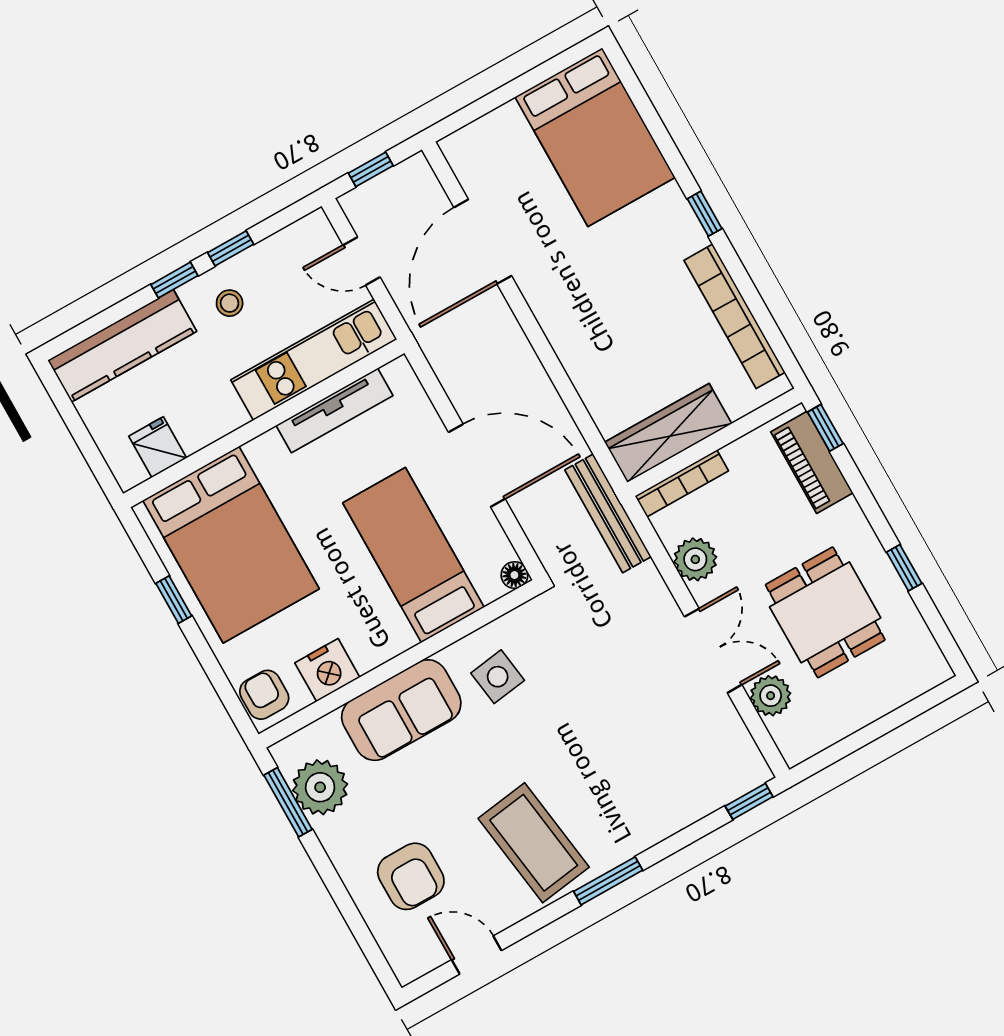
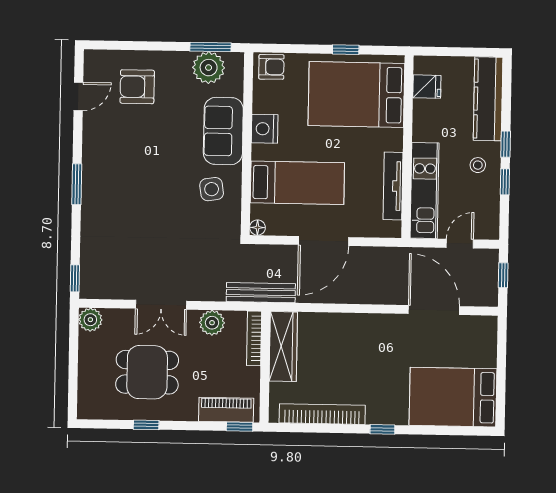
nightstand: (327, 670) -> (265, 129), moved
plant: (771, 696) -> (90, 320), moved
coffee table: (534, 843) -> (118, 158), removed

